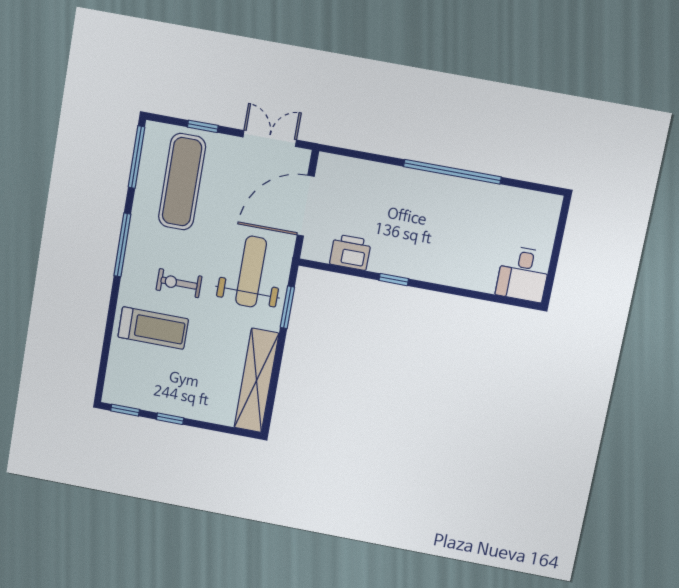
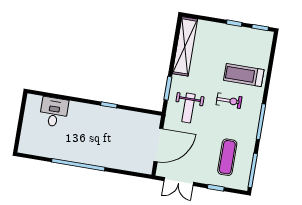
exercise mat: (182, 182) -> (227, 157), width x0.73, depth x0.69
printer: (350, 252) -> (133, 120), removed
weight bench: (251, 272) -> (188, 108), width x0.73, depth x0.75
desk: (523, 274) -> (54, 112), moved

